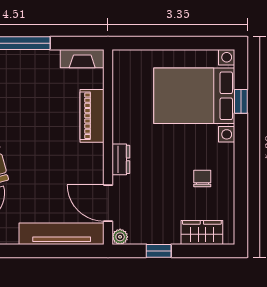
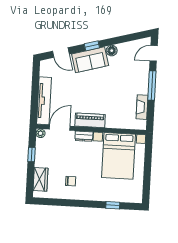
fireplace: (82, 59) -> (142, 107), moved
bed with nightstands: (194, 96) -> (118, 156), moved, turned 180
piano: (92, 116) -> (90, 120), moved

